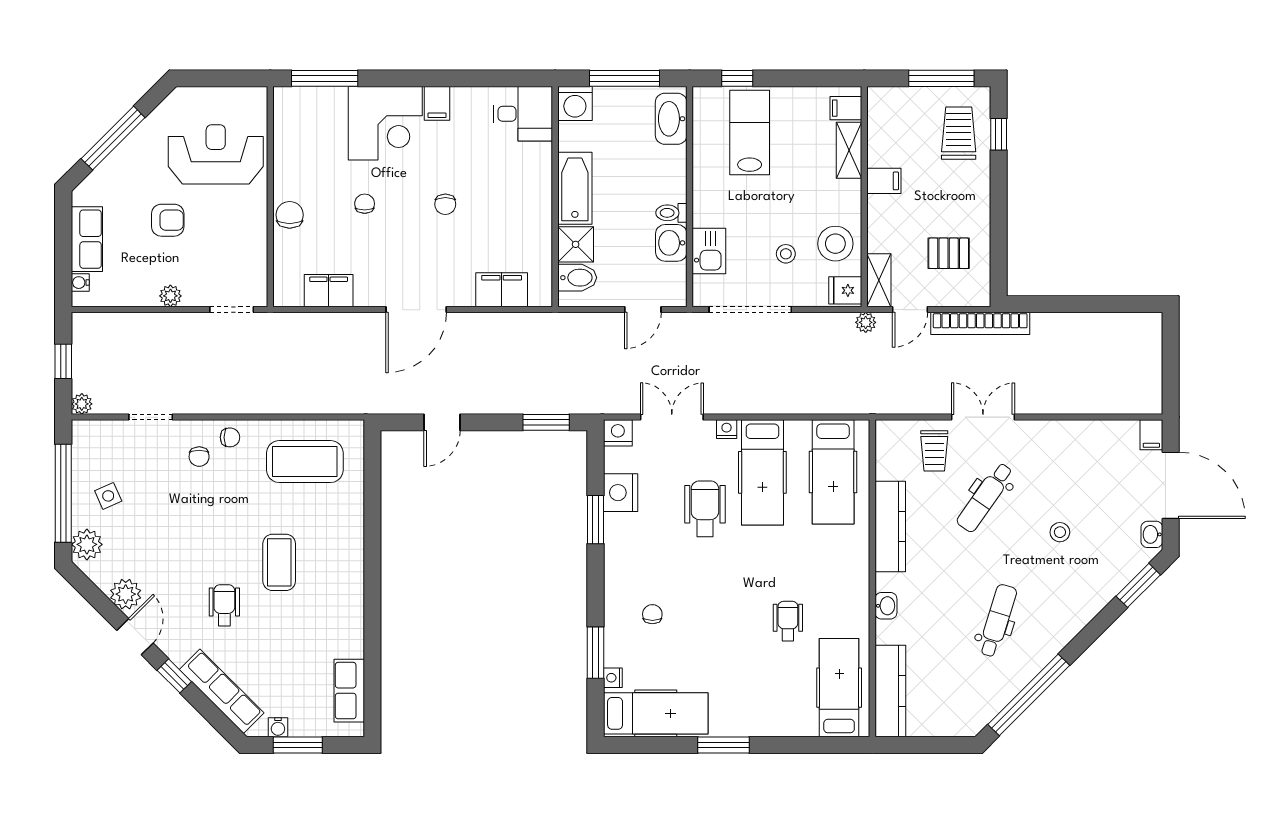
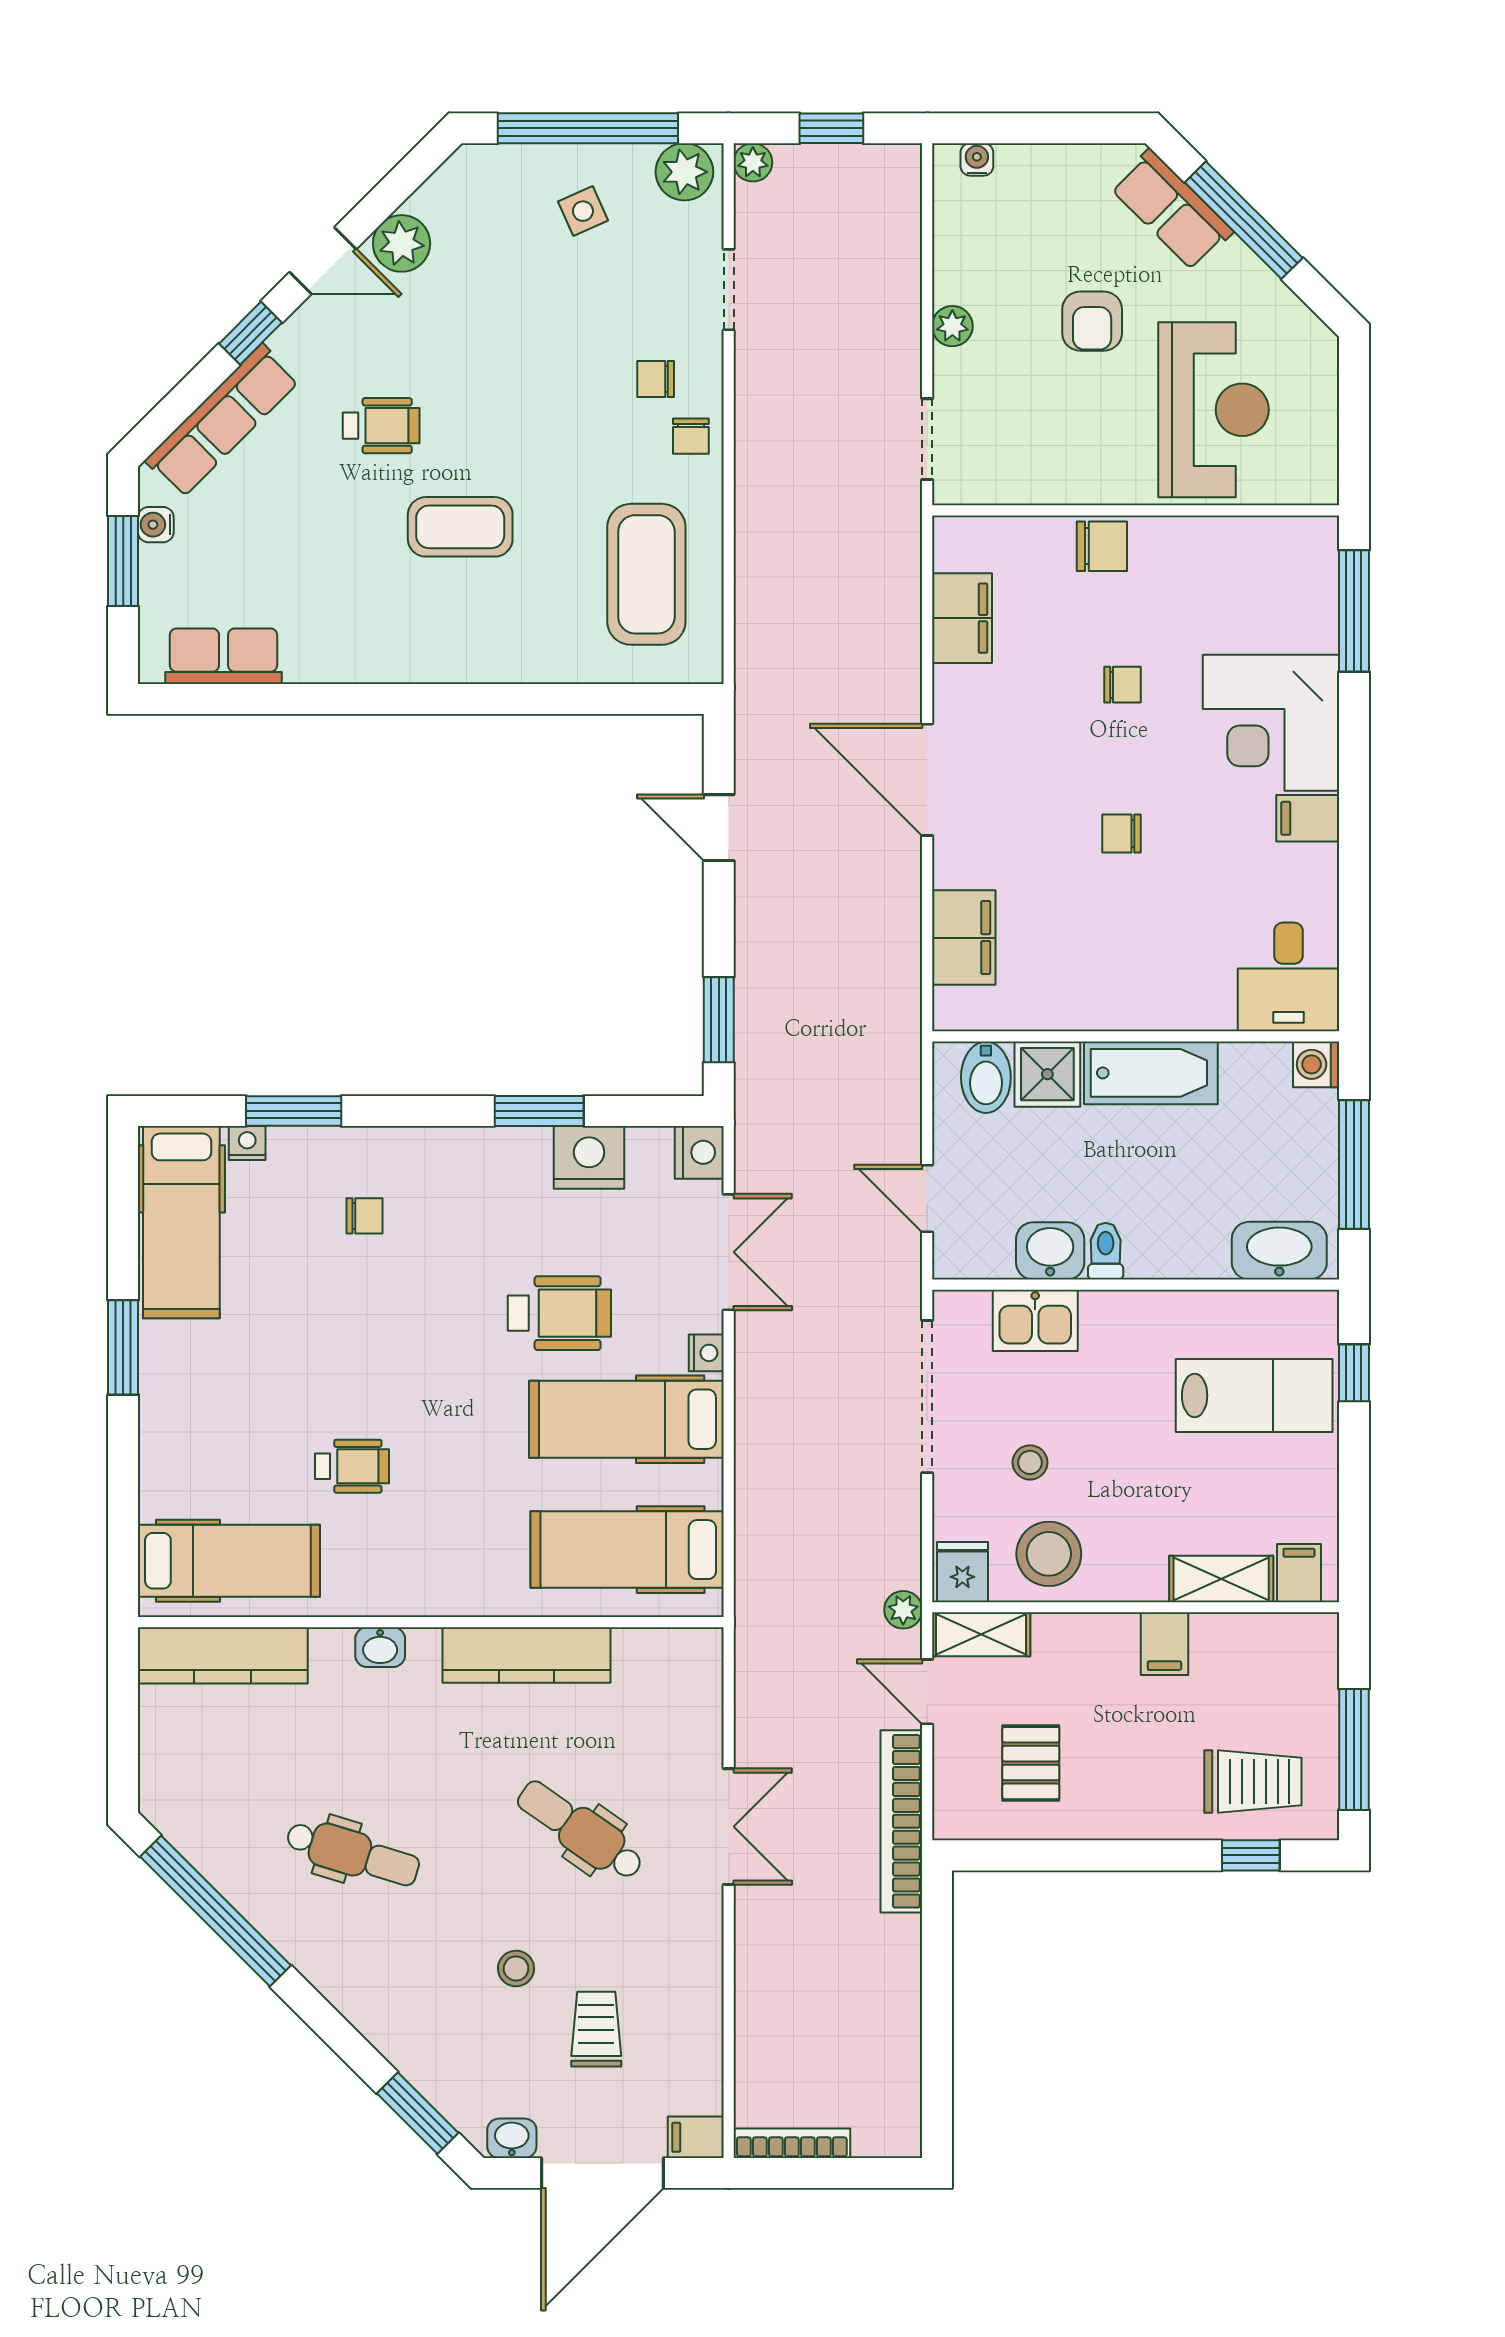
washing machine: (575, 104) -> (1316, 1064), width x0.73, depth x0.73
row of seats: (87, 239) -> (1172, 210), moved, turned 45
bookcase: (1155, 383) -> (792, 2143), added
trolley: (934, 451) -> (596, 2029), moved, turned 90
plant: (87, 544) -> (684, 172), moved

